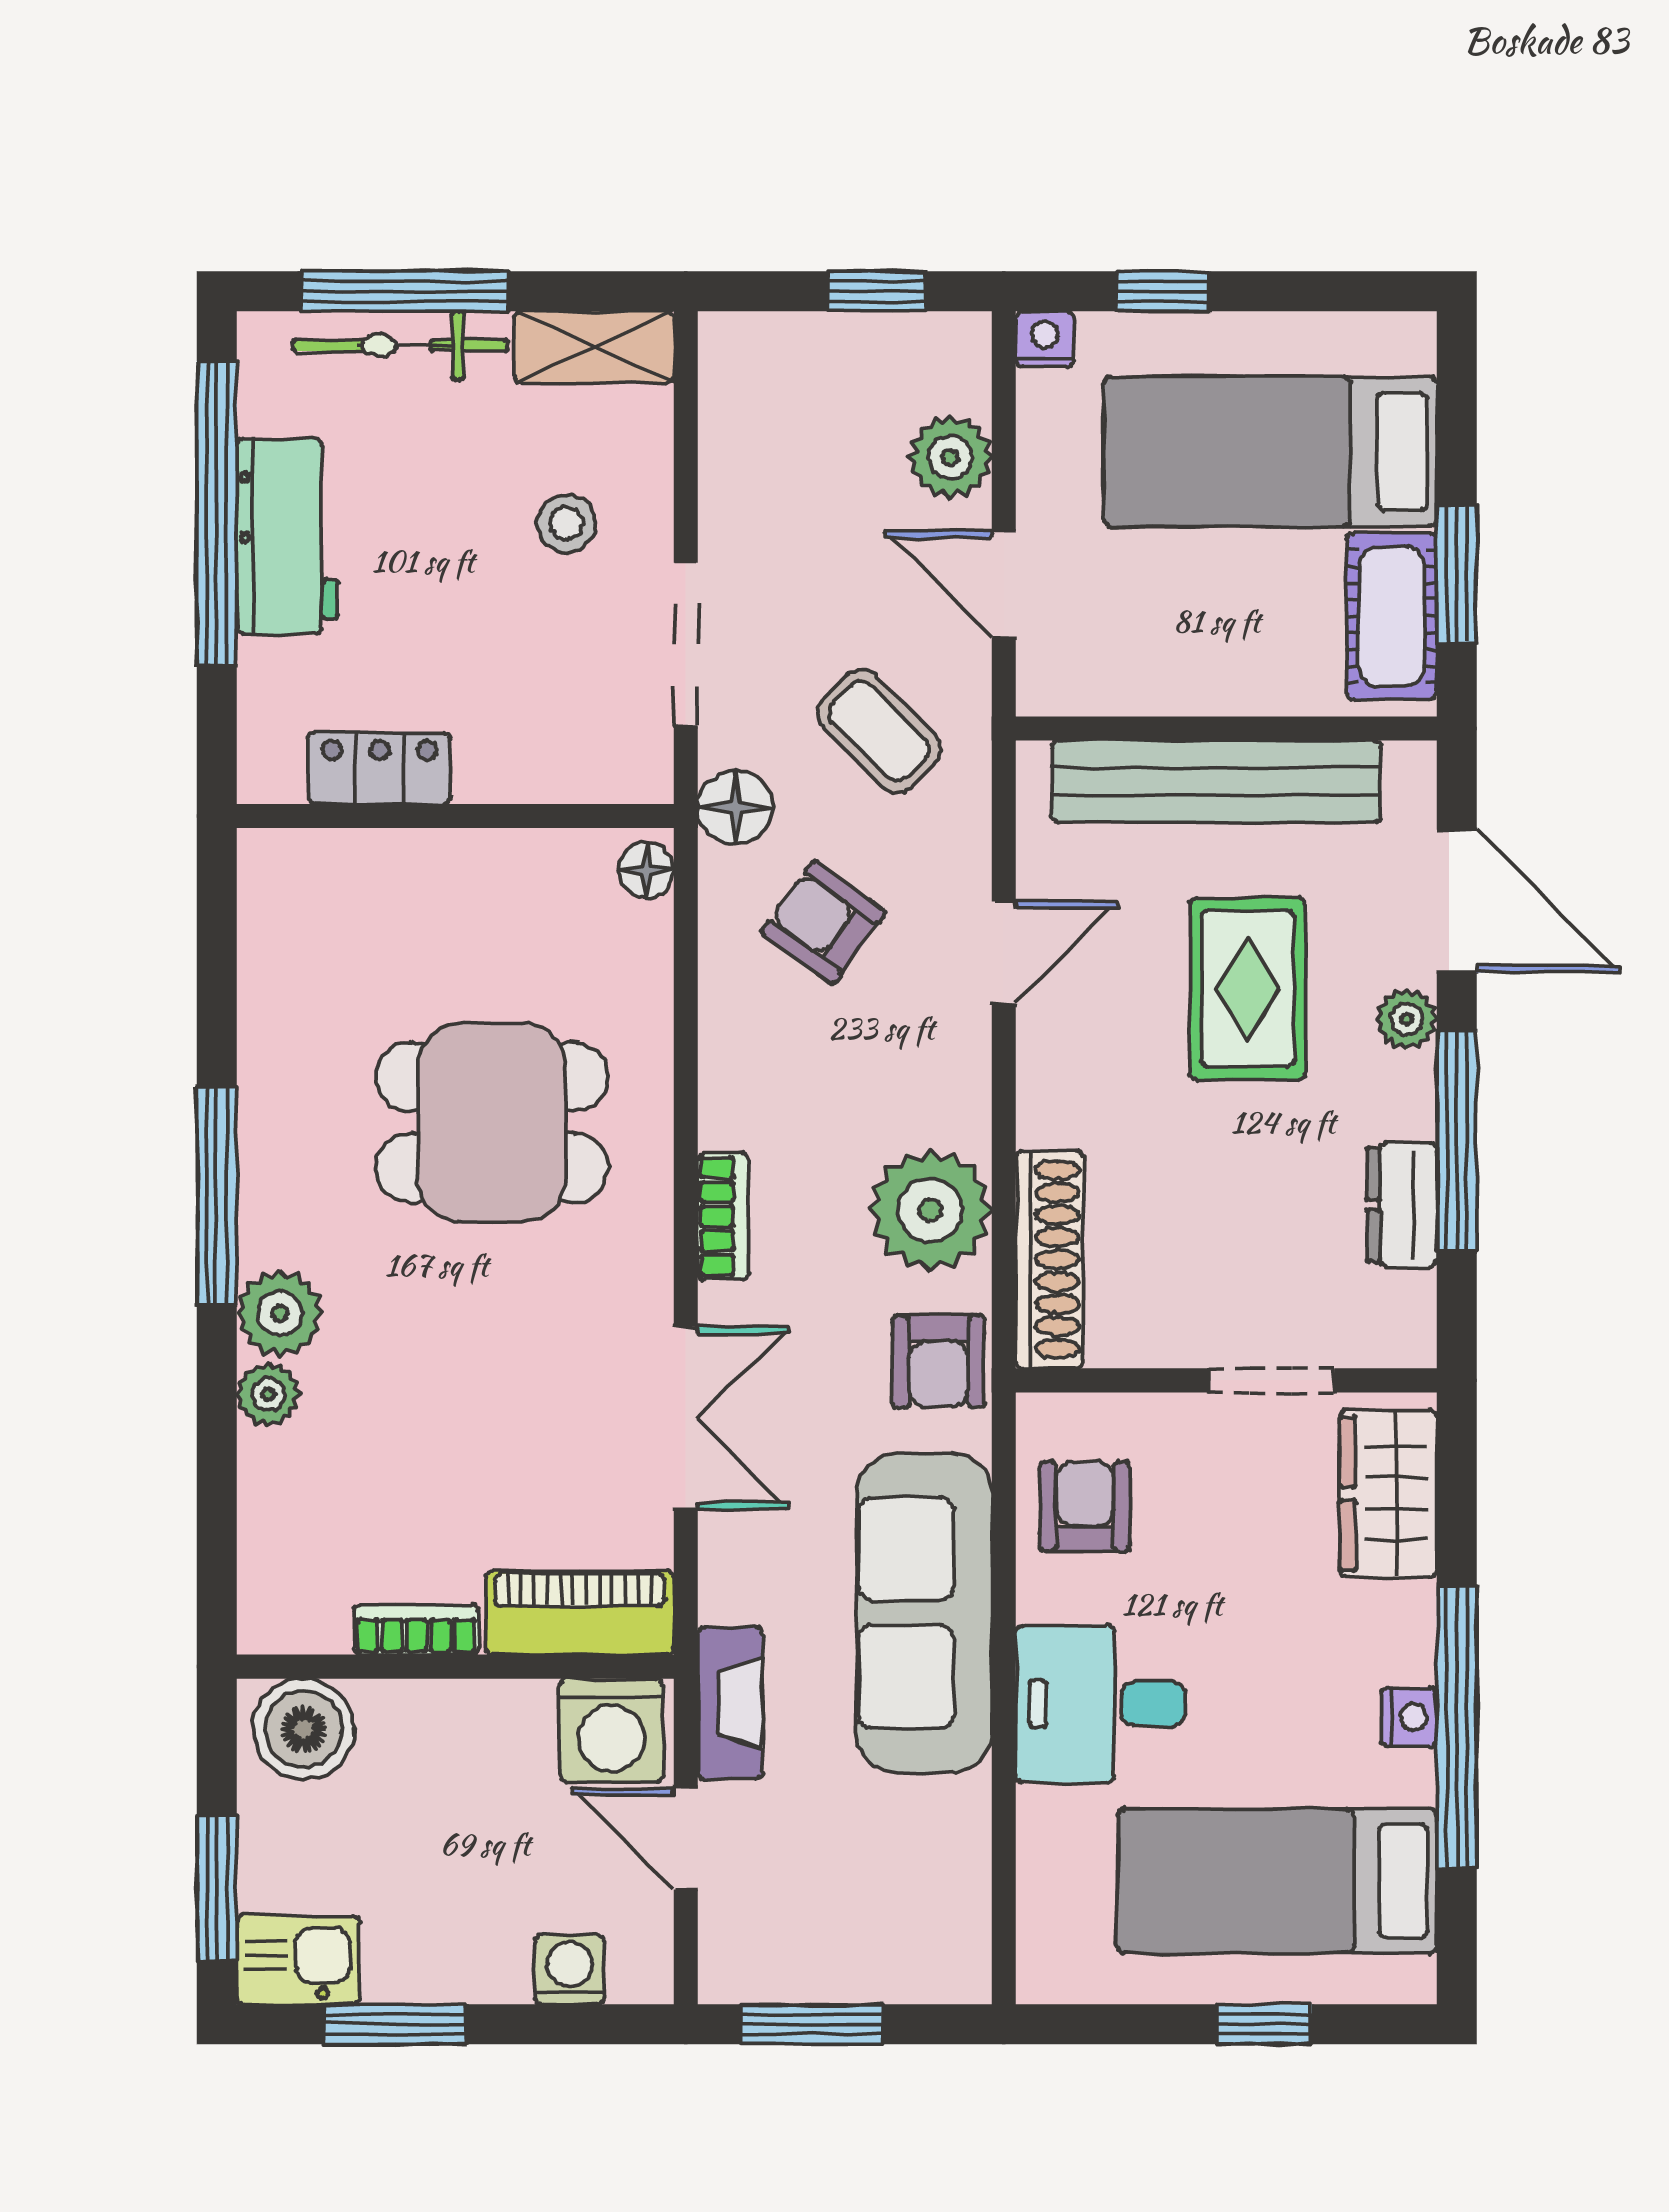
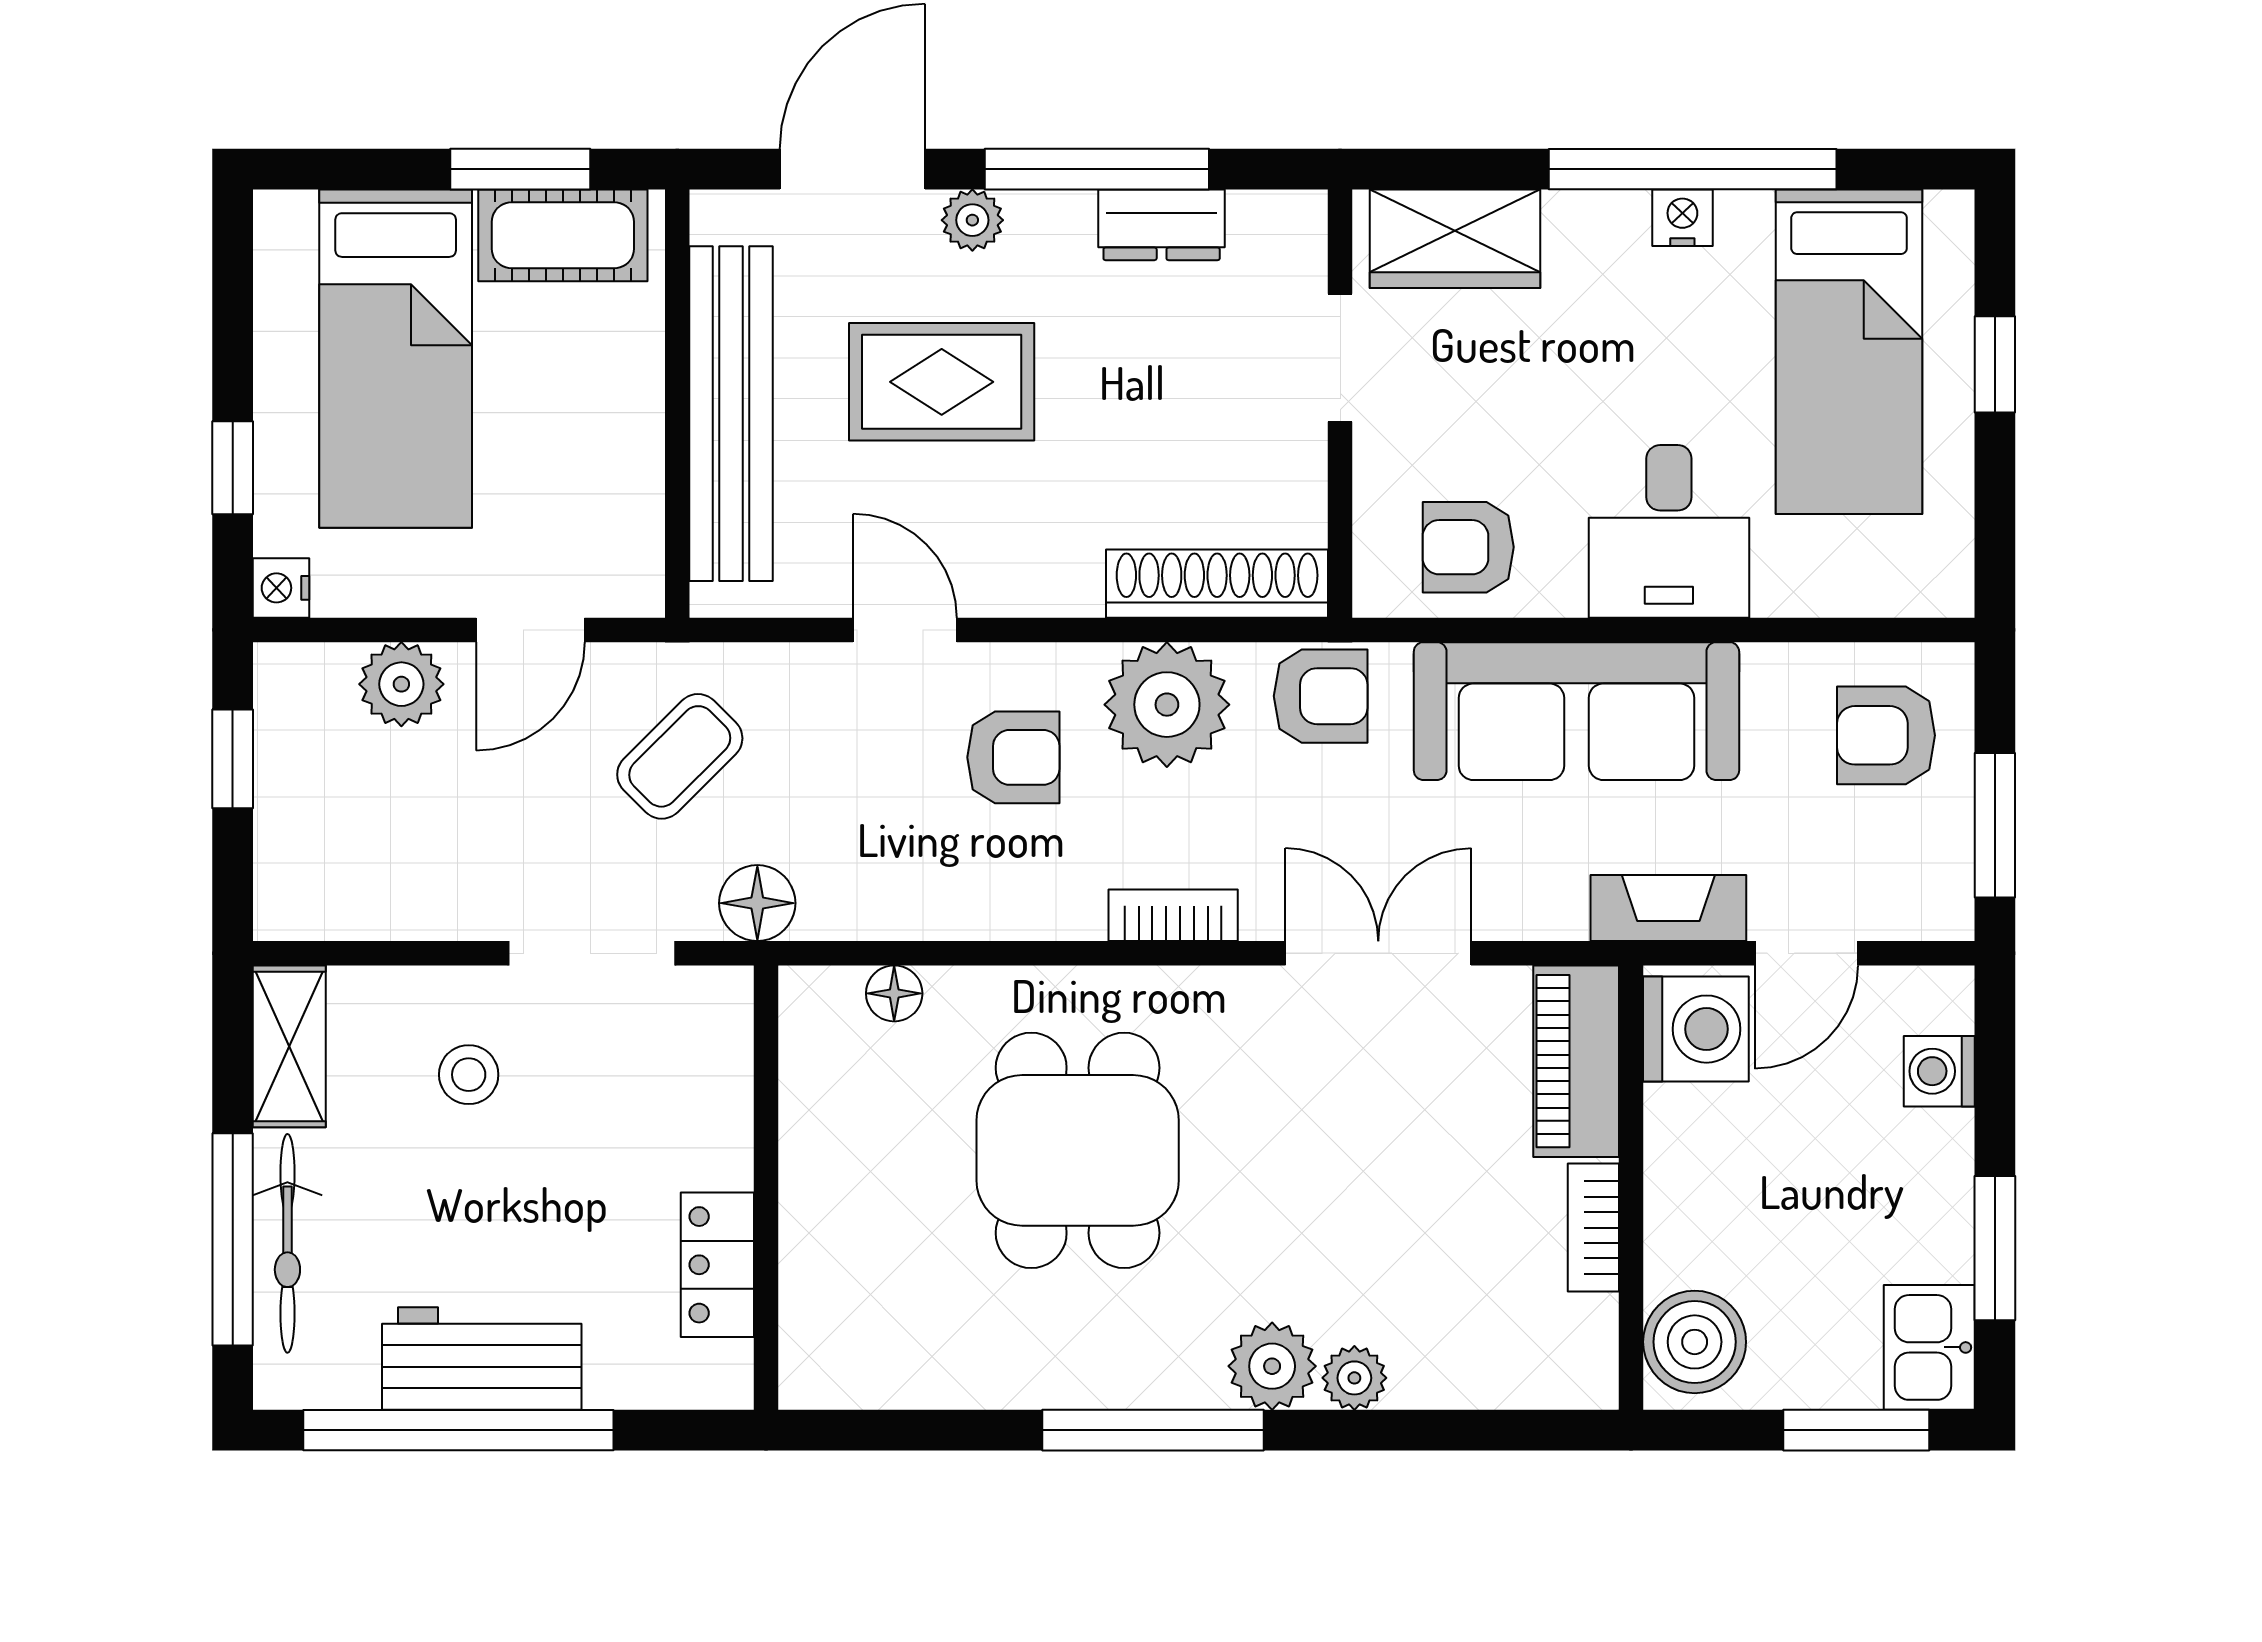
floor lamp: (646, 870) -> (894, 993), moved
armchair: (823, 922) -> (1013, 757), moved, turned -126
armchair: (900, 1917) -> (1886, 735), added

